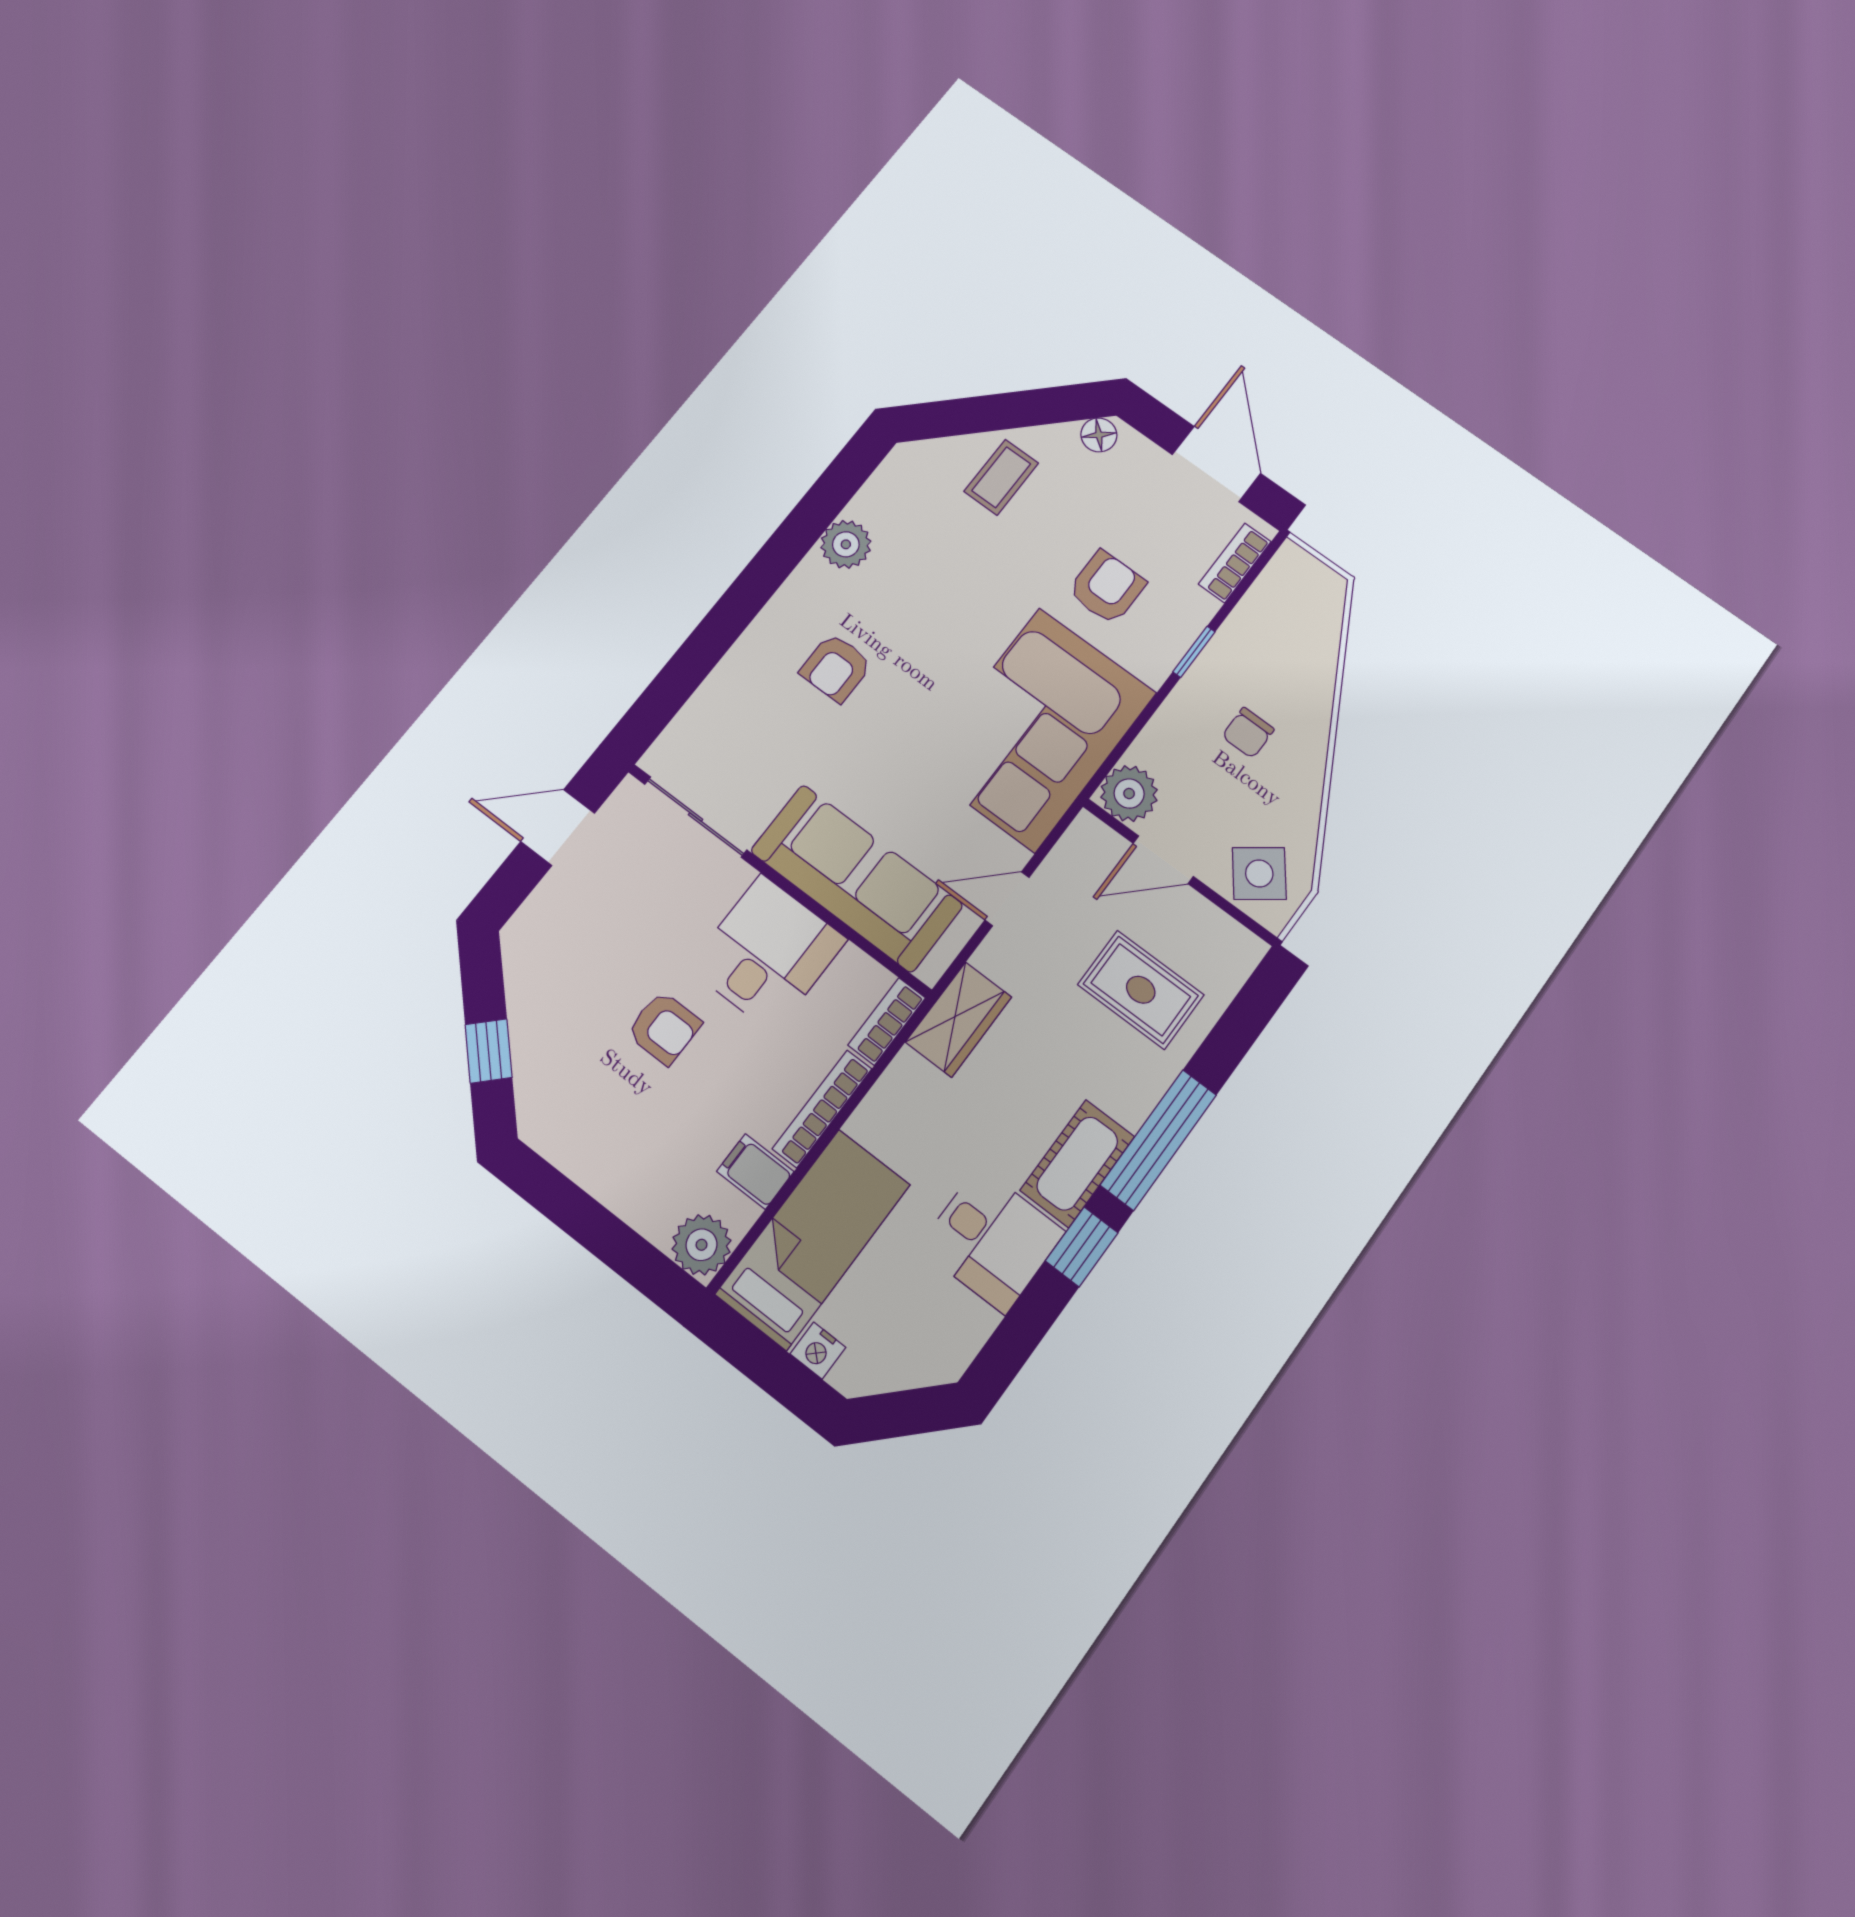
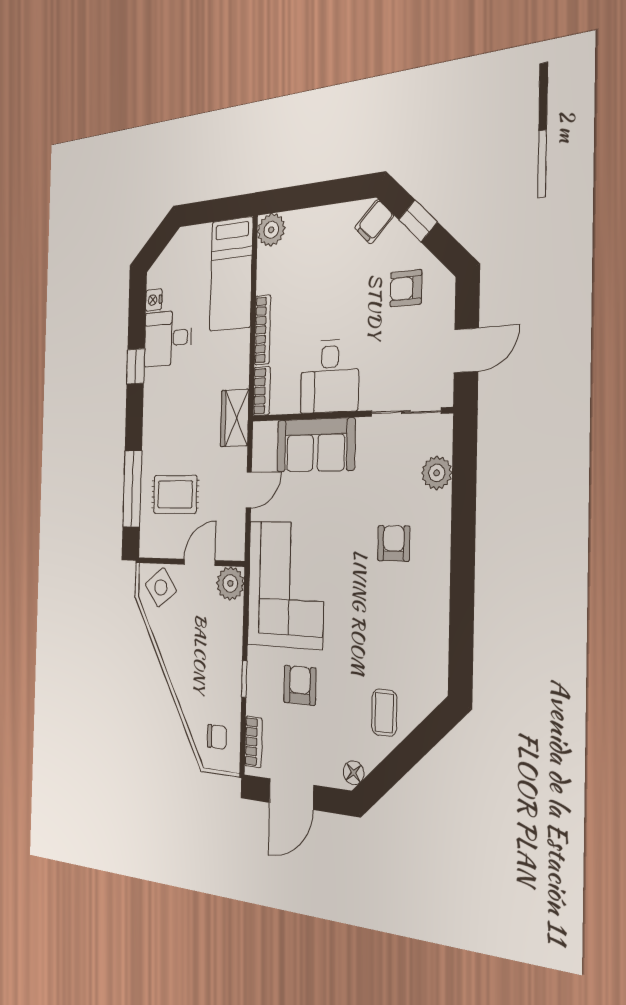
door: (1216, 464) -> (291, 794), hinge flipped
plant: (846, 544) -> (437, 473), moved
armchair: (1107, 587) -> (300, 685), turned 180
chair: (1248, 733) -> (217, 737), moved, turned 90
sofa: (857, 878) -> (316, 445), width x0.73
armchair: (664, 1028) -> (406, 288), moved
window: (1158, 1140) -> (132, 489), moved
cot: (1077, 1163) -> (156, 398), removed
filing cabinet: (755, 1171) -> (374, 222), moved, turned 135
nightstand: (818, 1351) -> (154, 300), moved, turned -90

